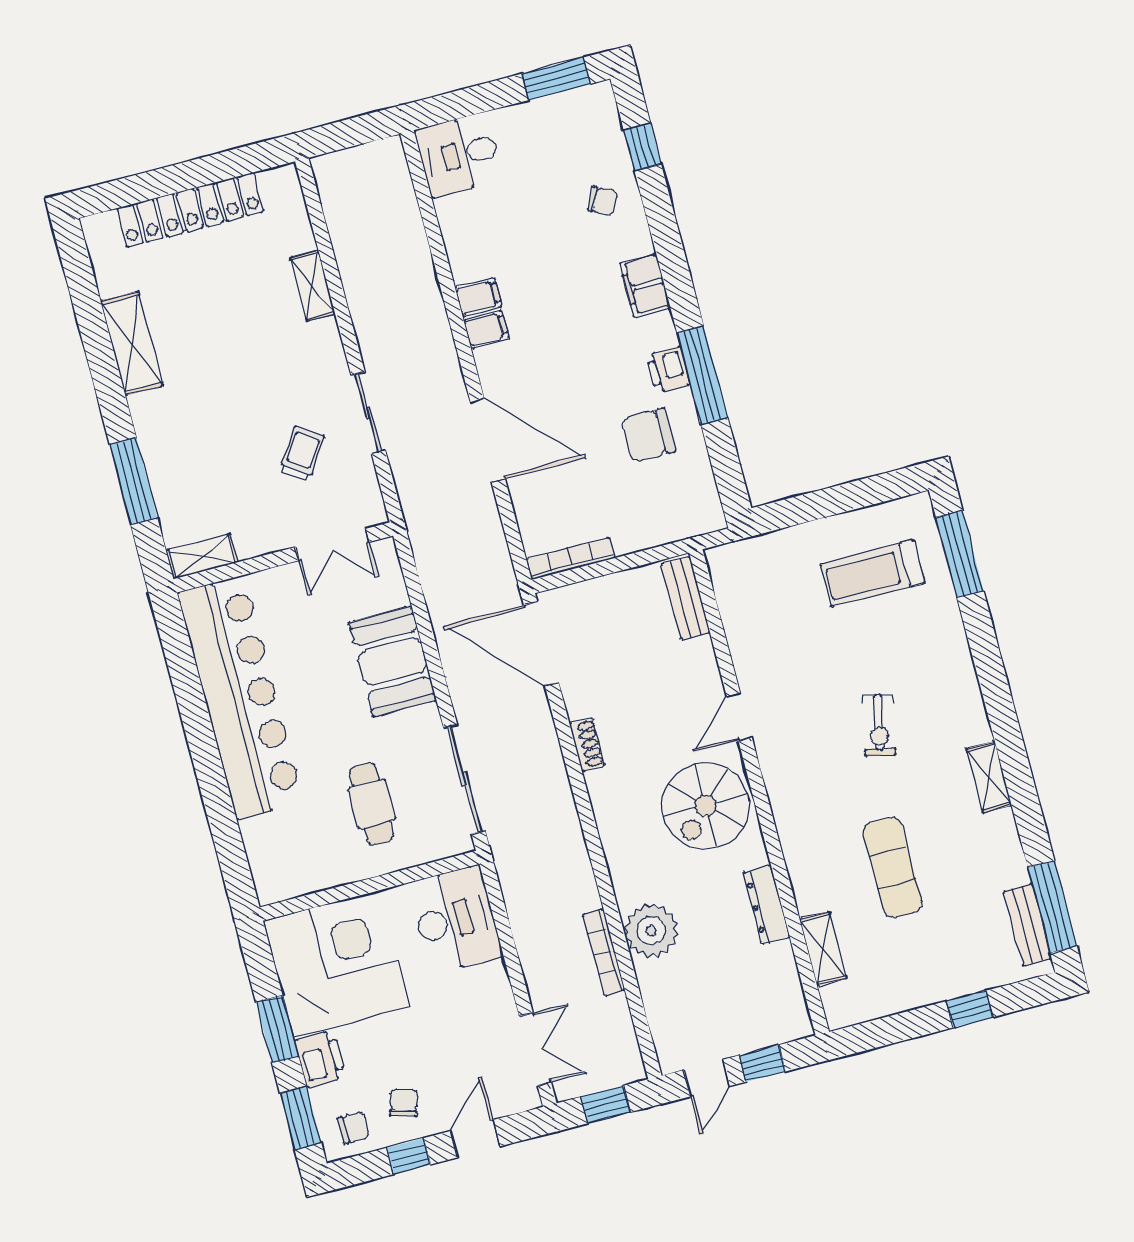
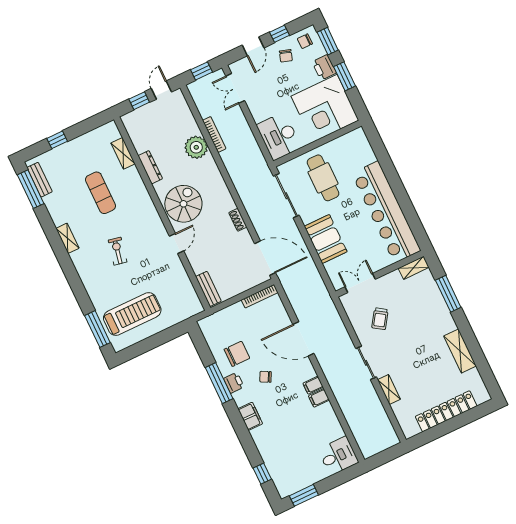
chair: (602, 201) -> (265, 377), moved
sliding door: (368, 413) -> (366, 363), moved
treadmill: (873, 573) -> (132, 314), width x1.37, depth x1.38
cafe table: (372, 804) -> (323, 178), width x1.37, depth x1.35

